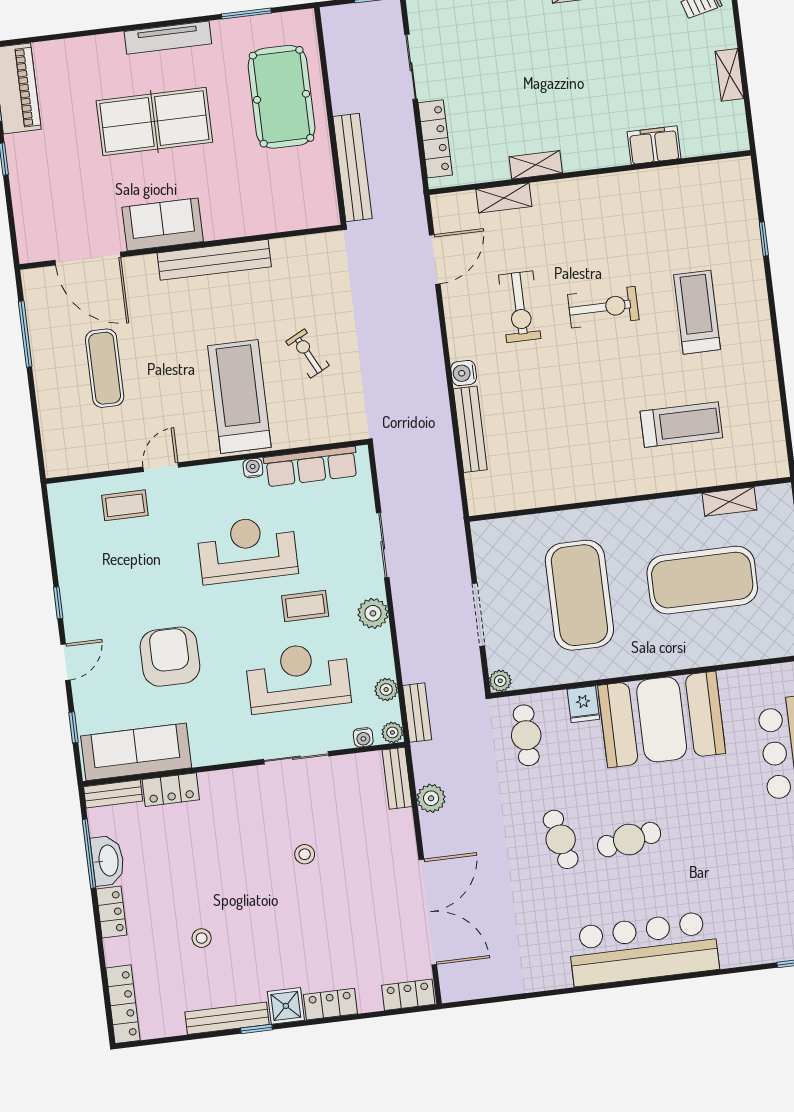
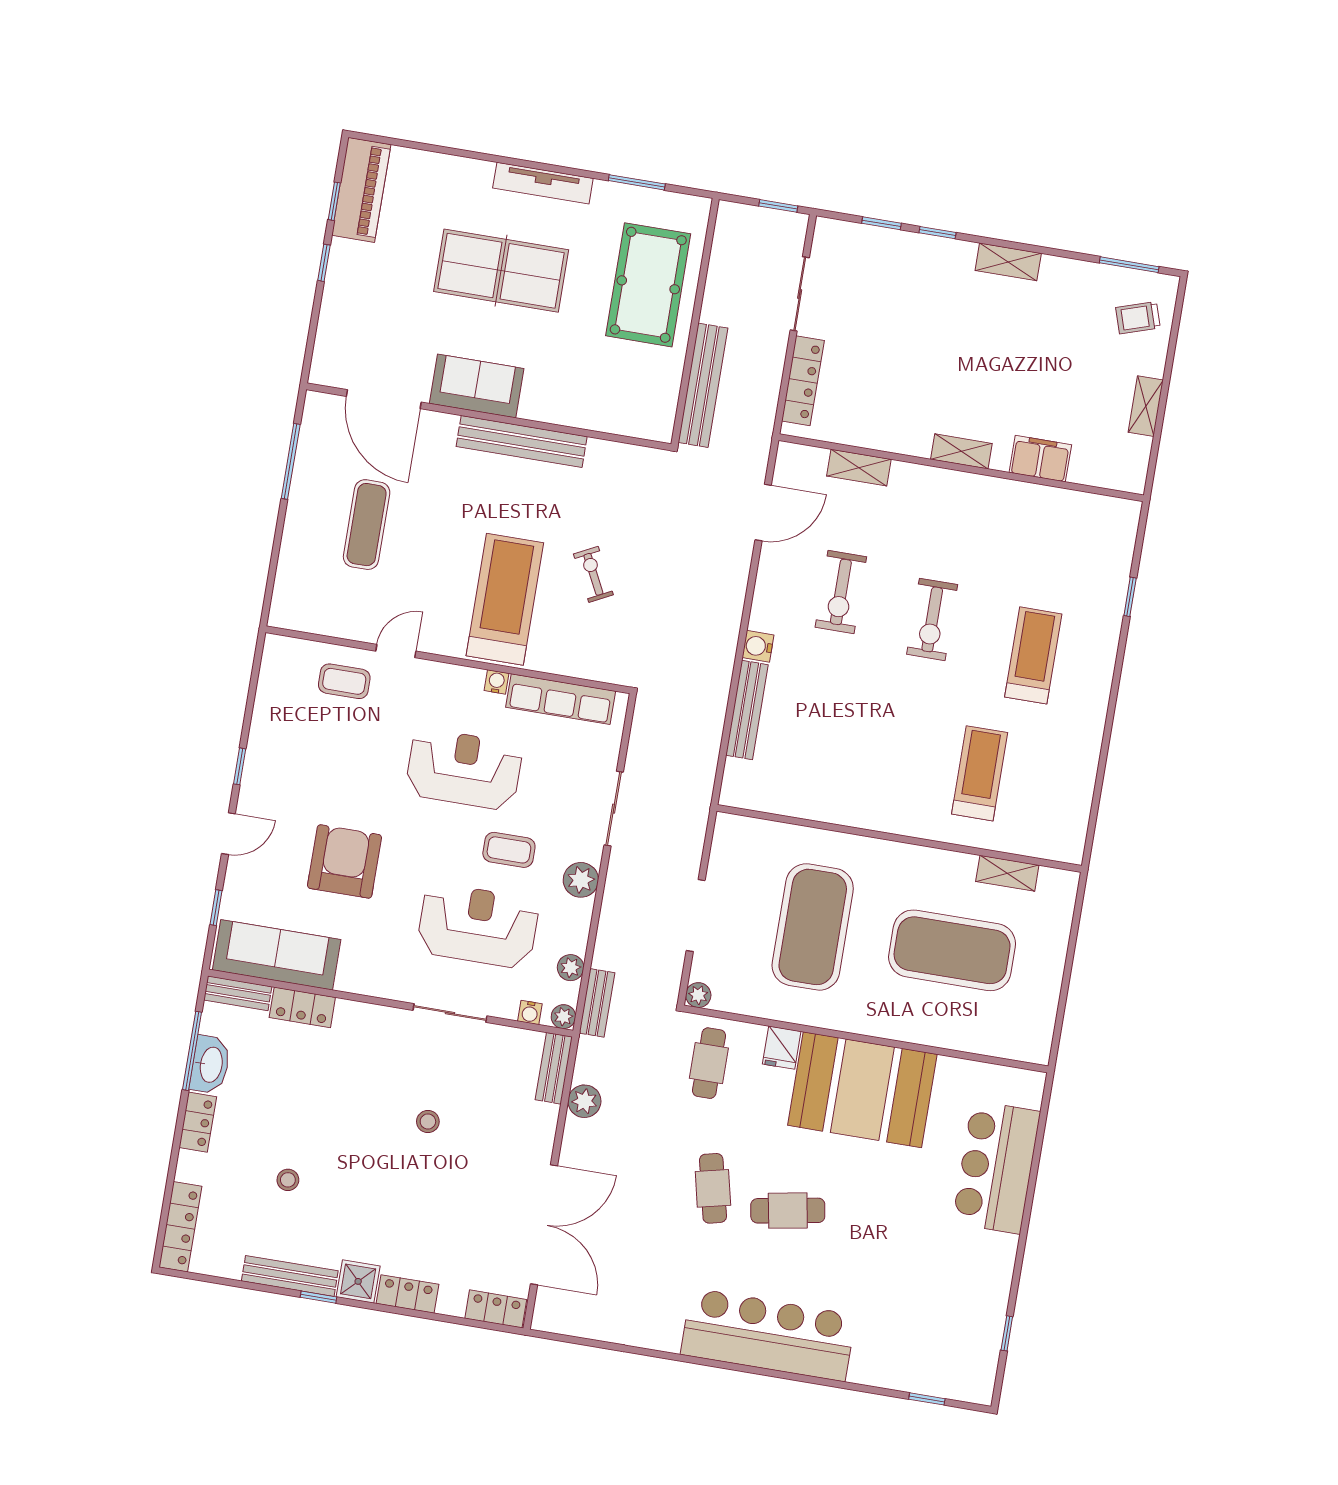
shelving: (536, 165) -> (961, 451), moved
exercise bike: (603, 307) -> (932, 619), turned 90
treadmill: (681, 425) -> (980, 773), turned -90

